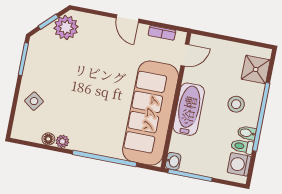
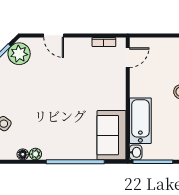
door: (127, 19) -> (54, 35), moved
bathtub: (189, 109) -> (140, 121), moved
sofa: (150, 113) -> (112, 135), width x0.54, depth x0.79

